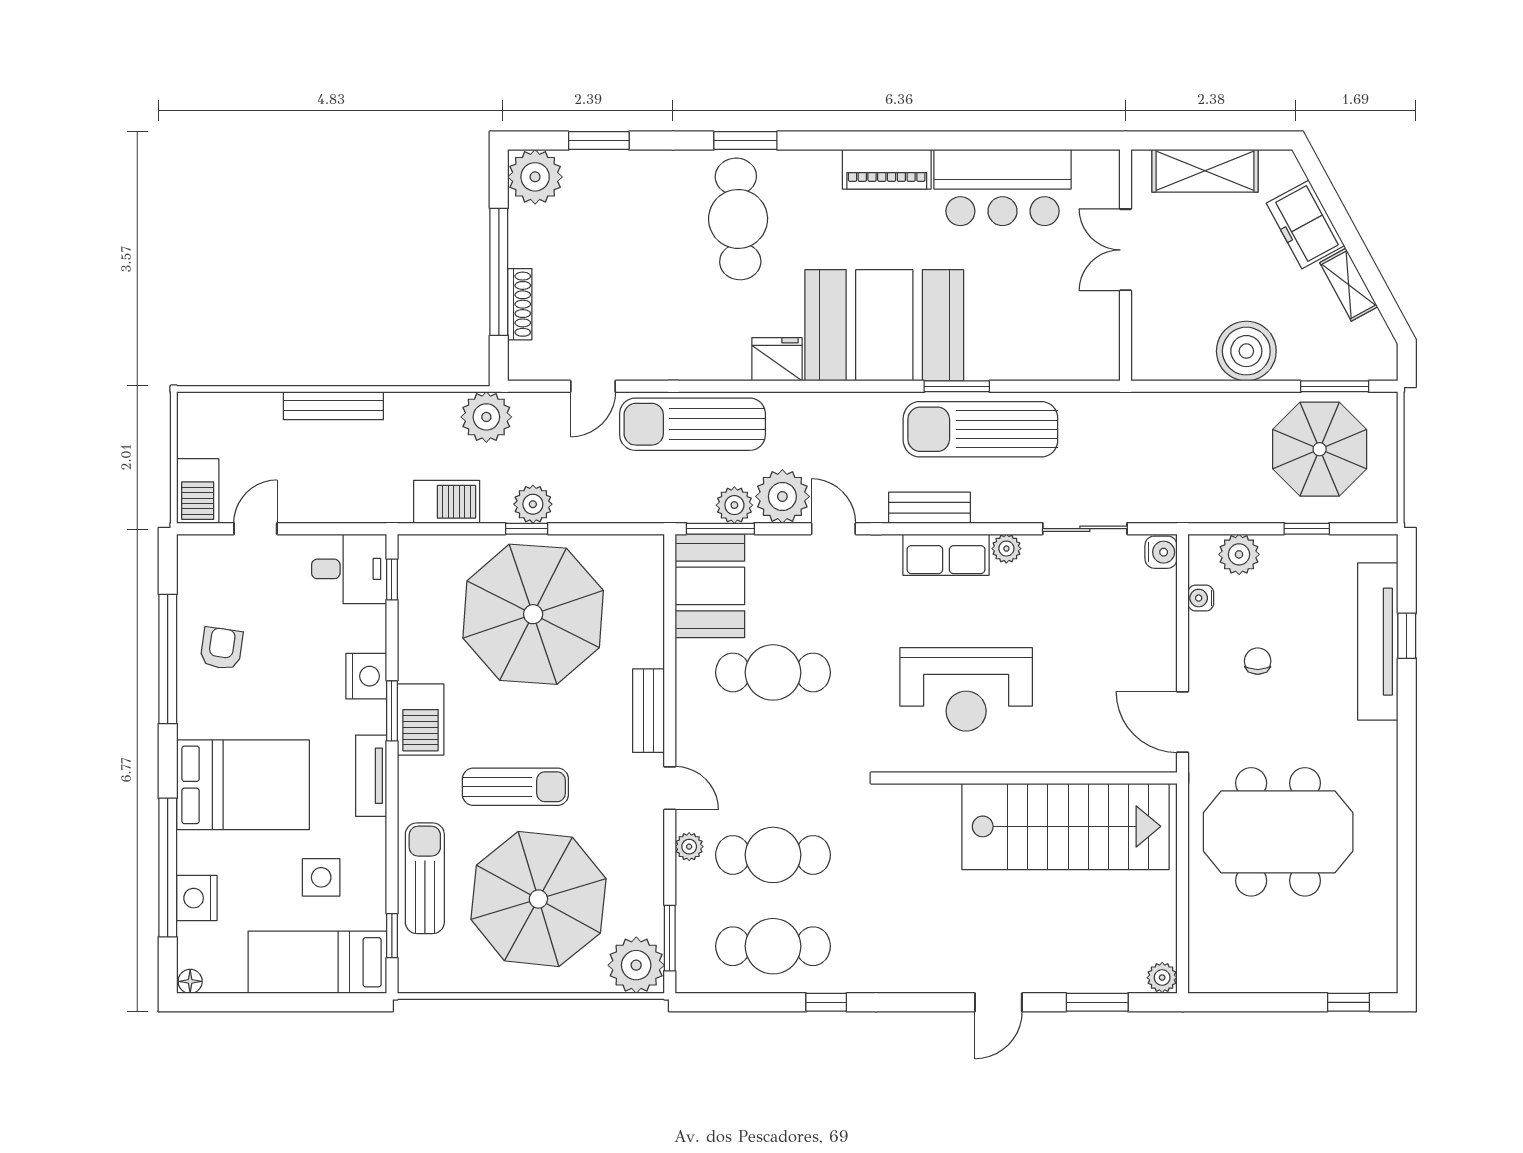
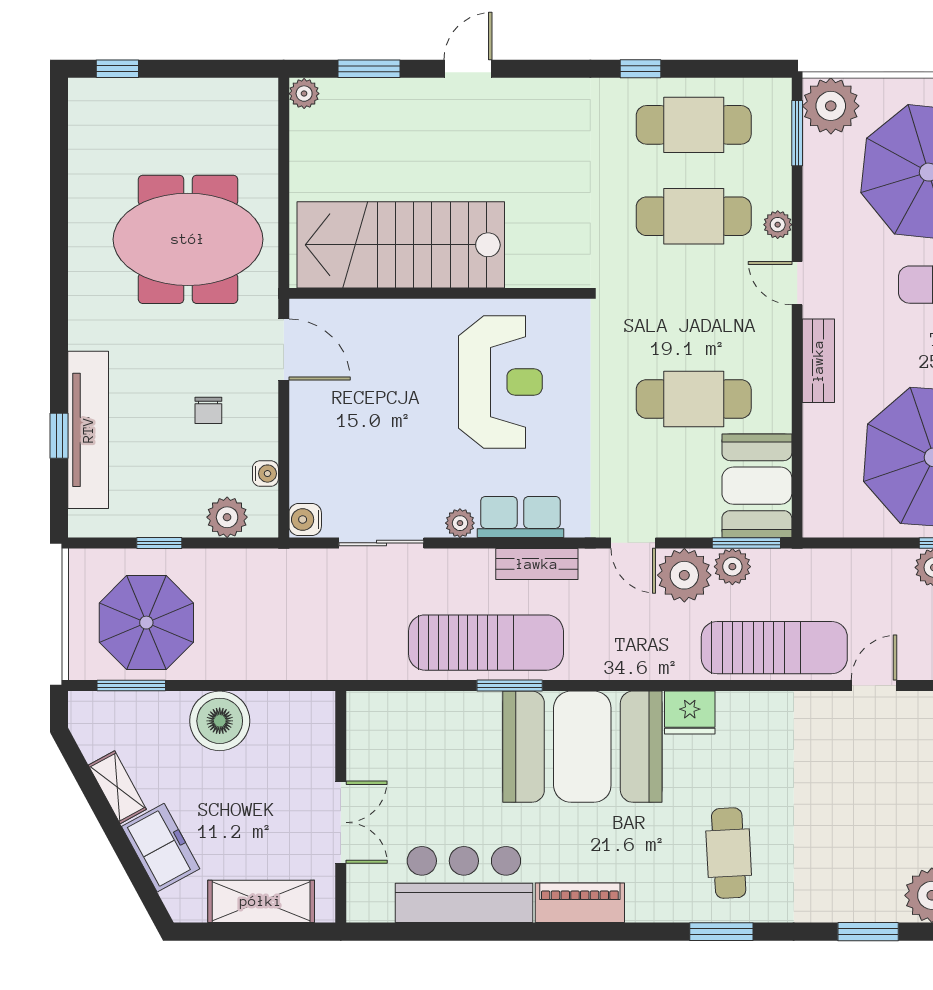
cafe table: (738, 219) -> (729, 853), width x0.73, depth x0.74
reception desk: (966, 689) -> (500, 382), turned 90

